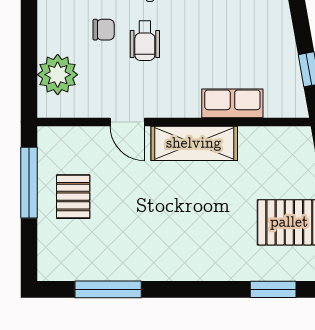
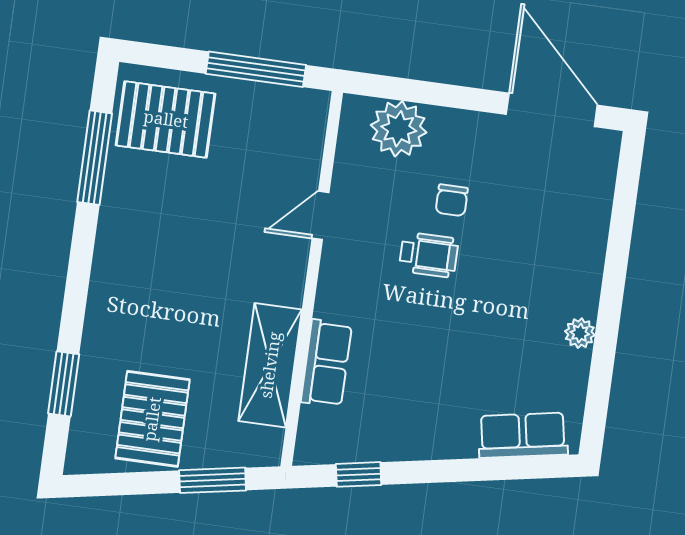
wheelchair: (145, 41) -> (429, 255), turned 180
shelving: (194, 143) -> (270, 365), moved
pallet: (73, 197) -> (166, 119), moved, width x1.50, depth x1.42

